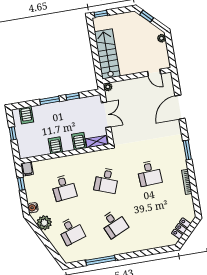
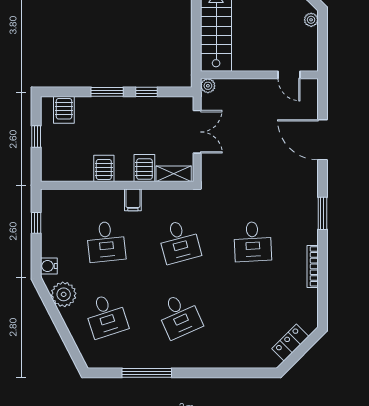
door: (180, 107) -> (322, 140), hinge flipped
filing cabinet: (27, 169) -> (133, 200), moved
desk: (107, 181) -> (179, 242), turned -36

